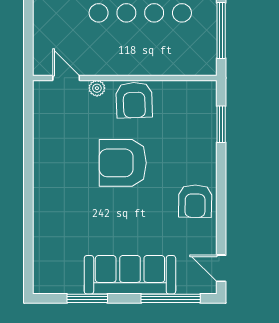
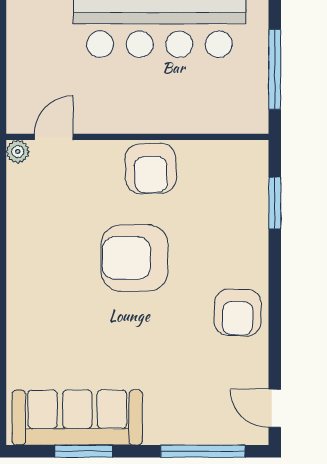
door: (66, 78) -> (54, 137), hinge flipped
plant: (97, 88) -> (18, 152), moved
sofa: (130, 275) -> (77, 418), moved

